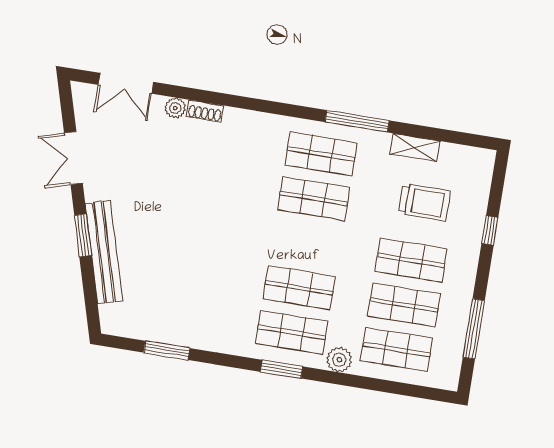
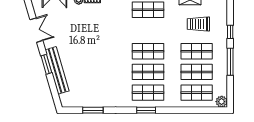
double door: (73, 158) -> (36, 30), swing flipped
shop shelf: (314, 198) -> (148, 51), moved
trolley: (425, 202) -> (198, 24), turned 180
window: (474, 329) -> (230, 62), moved
plant: (339, 360) -> (222, 102), moved

